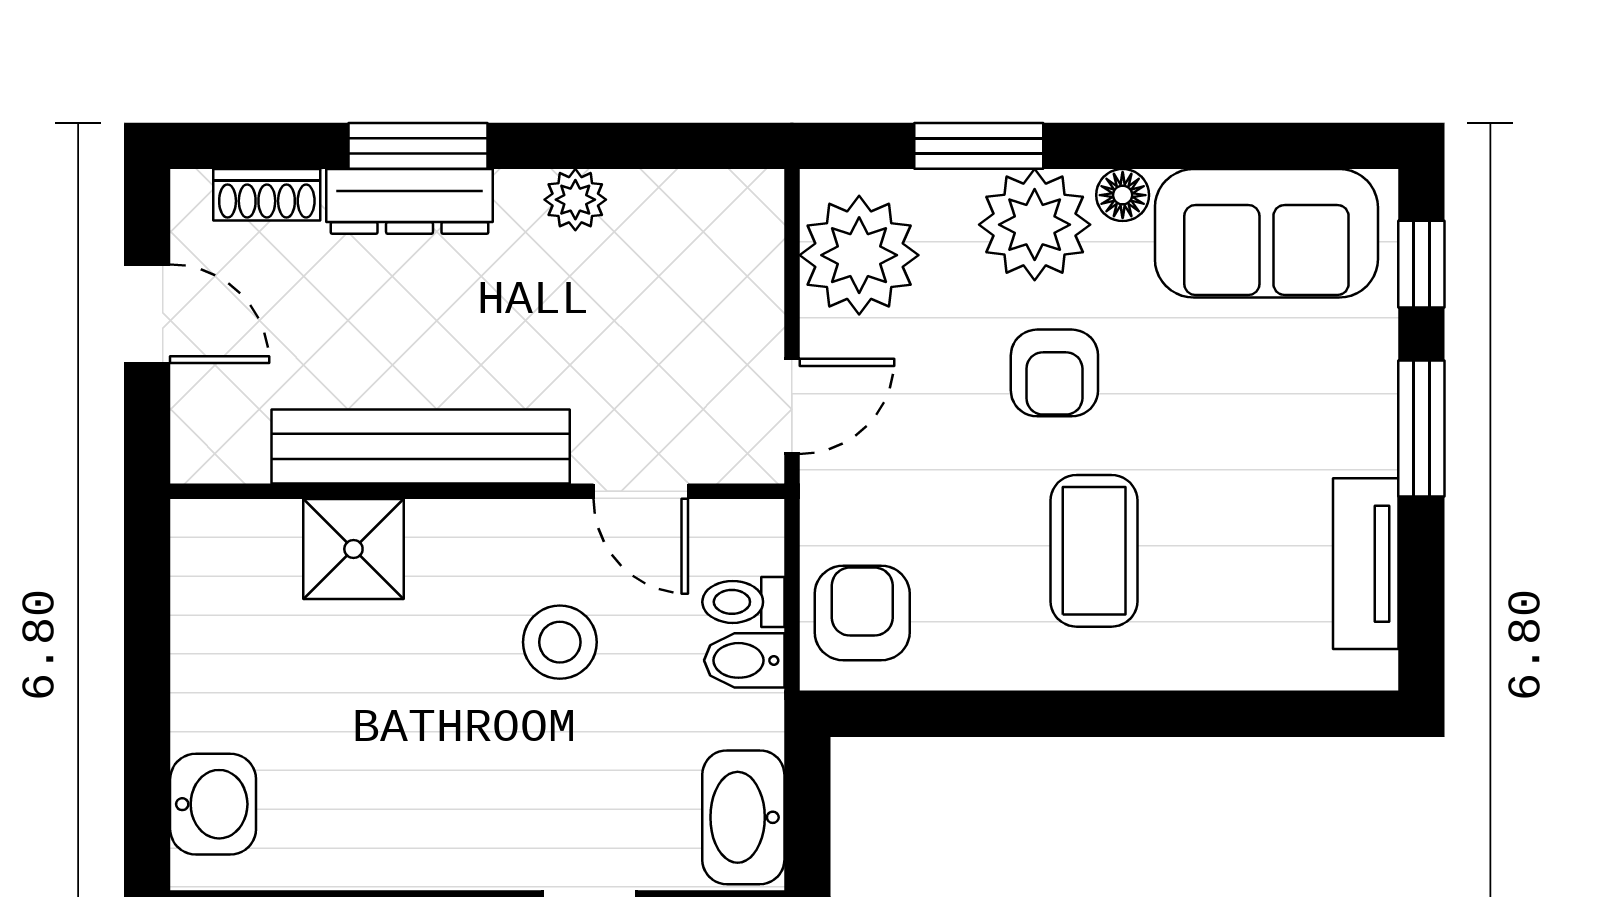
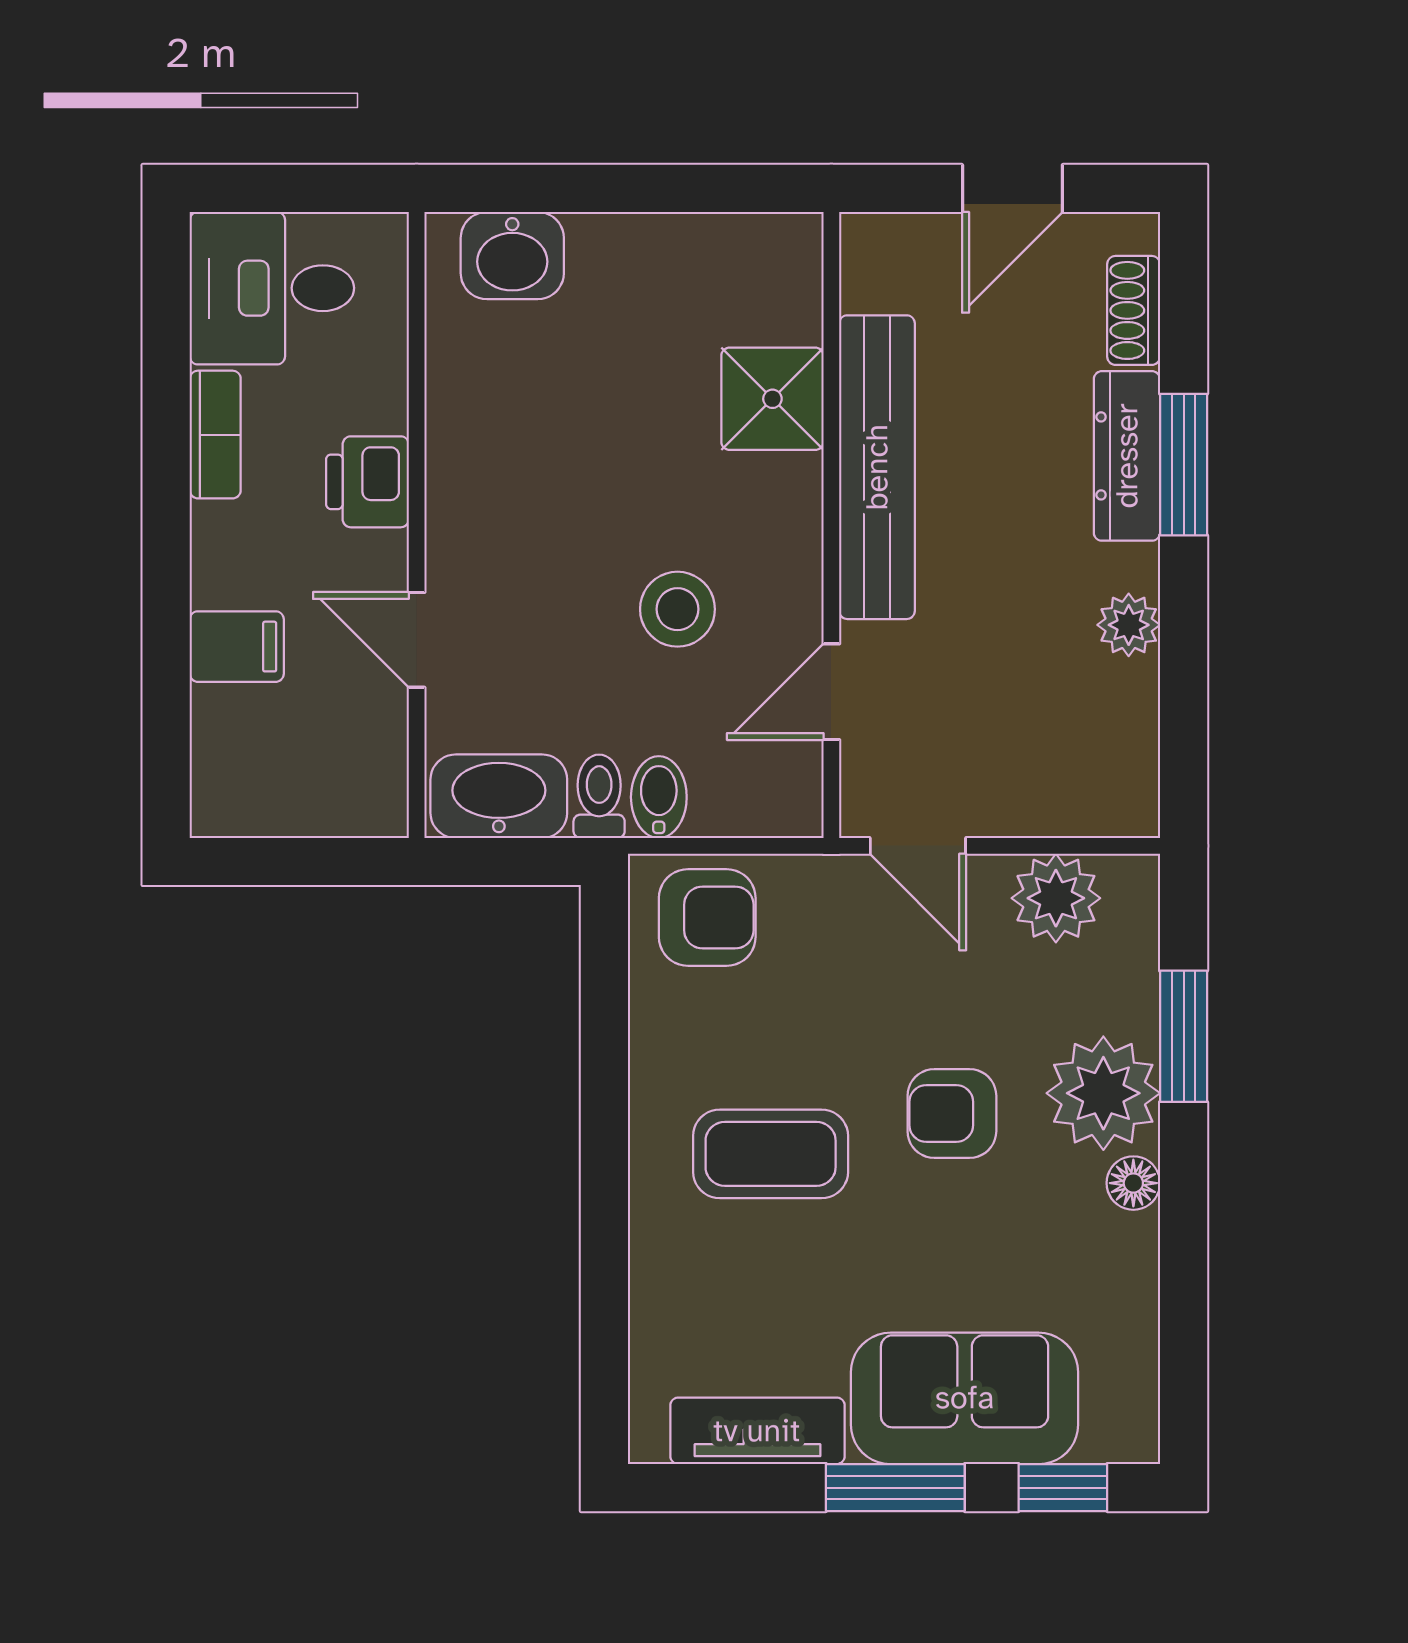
sofa: (1266, 233) -> (965, 1398), moved, turned 90
plant: (859, 255) -> (1056, 898), width x0.73, depth x0.73
toilet: (743, 602) -> (599, 796), moved

